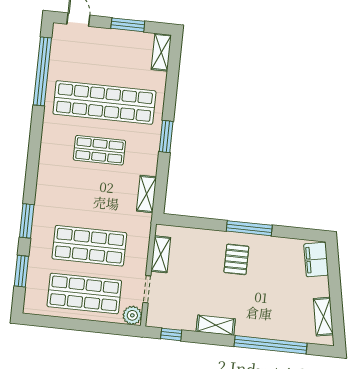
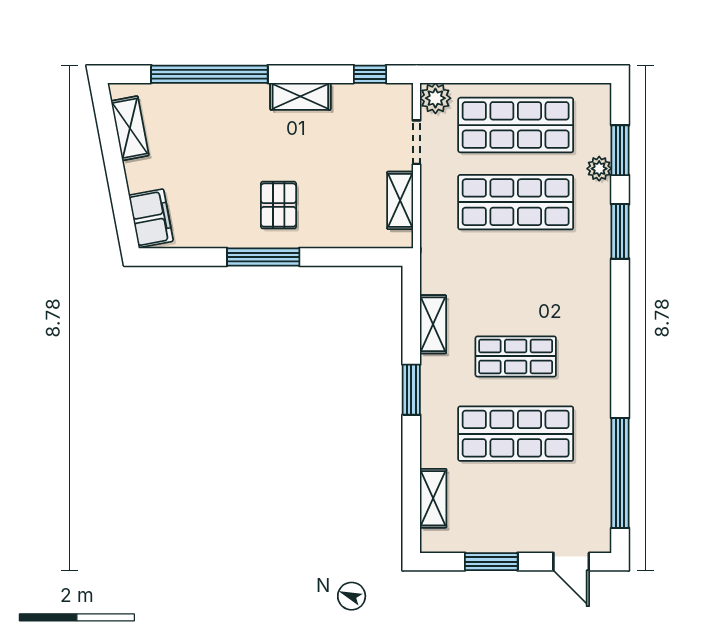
shelving: (161, 52) -> (433, 498), moved
shop shelf: (104, 102) -> (516, 434), width x0.71
shelving: (146, 194) -> (433, 324), moved
plant: (36, 261) -> (599, 169), added

